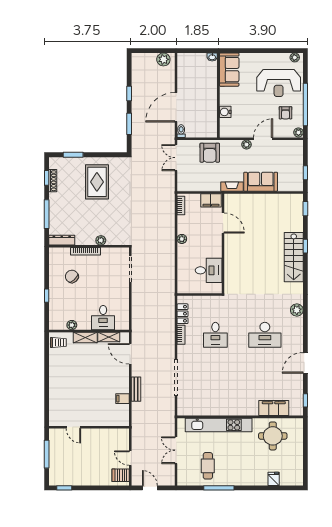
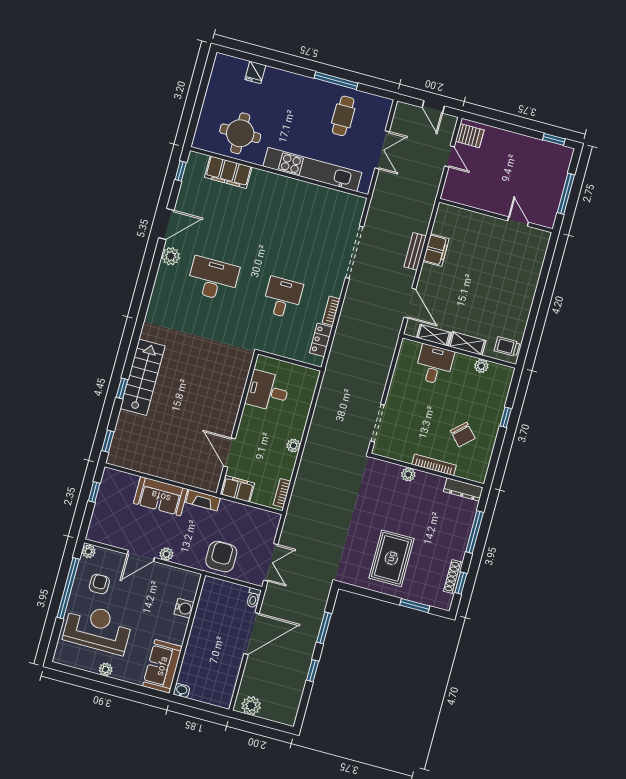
plant: (295, 57) -> (106, 669), moved
plant: (297, 310) -> (171, 256), moved
filing cabinet: (122, 399) -> (436, 250), width x2.00

